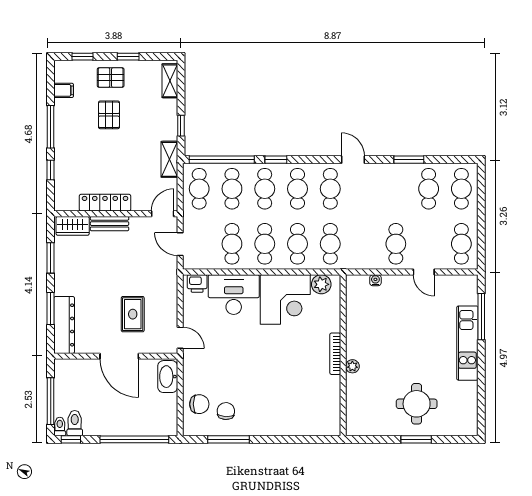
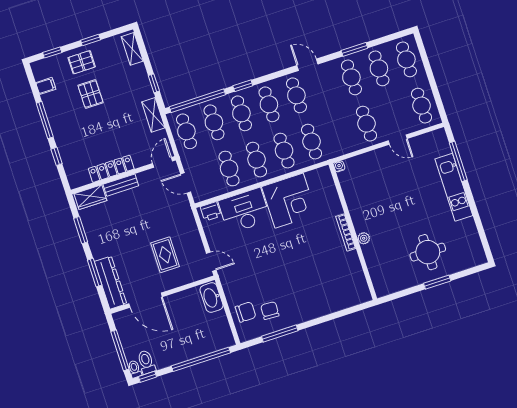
cafe table: (396, 189) -> (351, 77), added
water cooler: (375, 280) -> (339, 166), moved
plant: (321, 284) -> (315, 178), removed
door: (119, 356) -> (146, 300), moved

